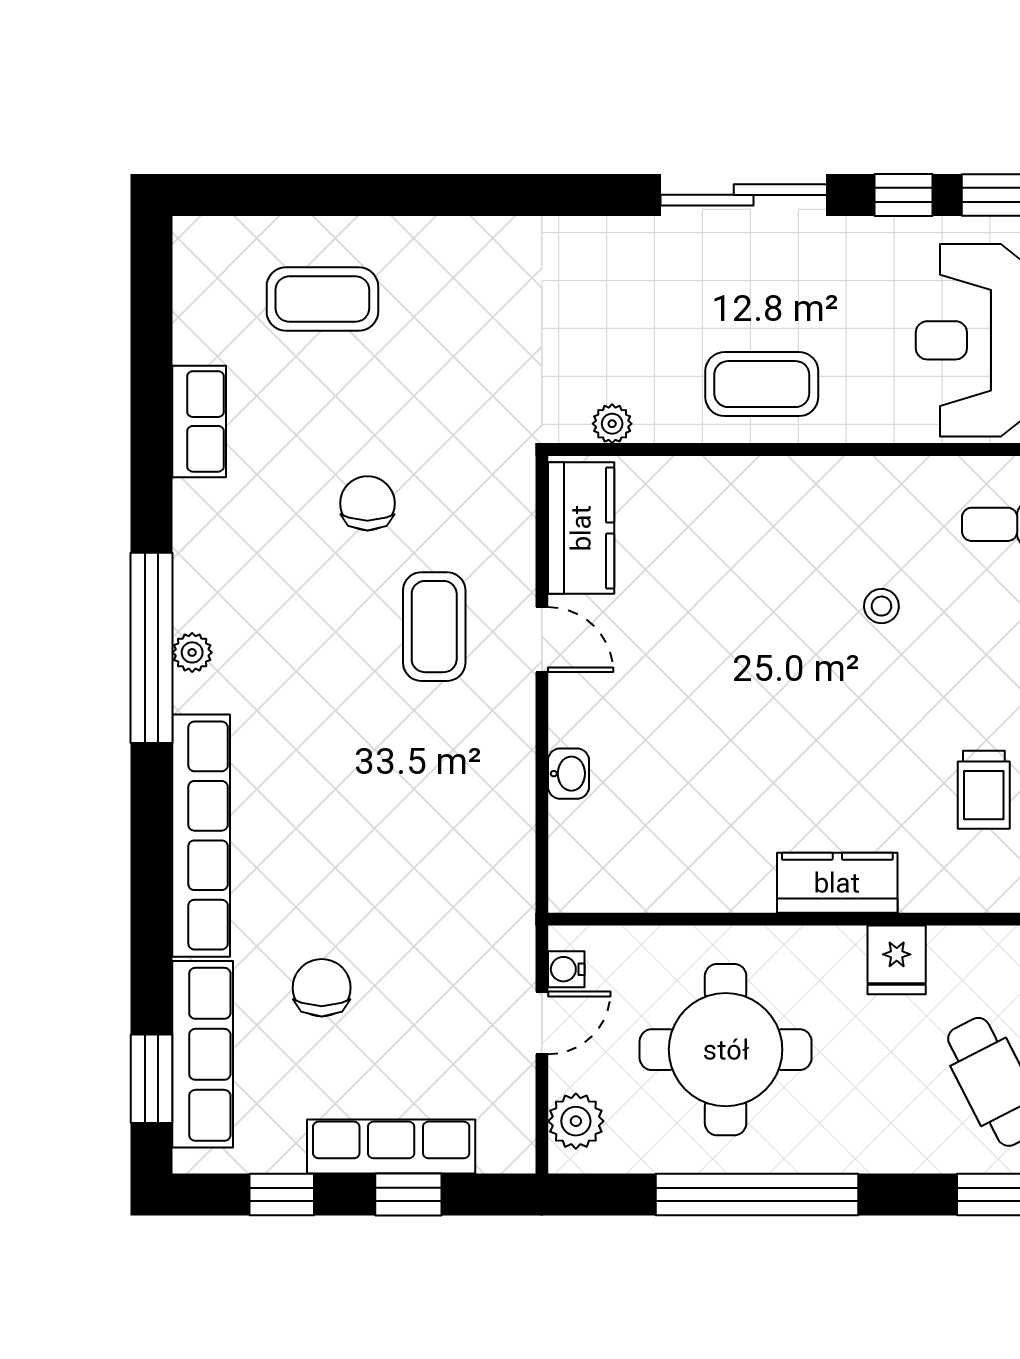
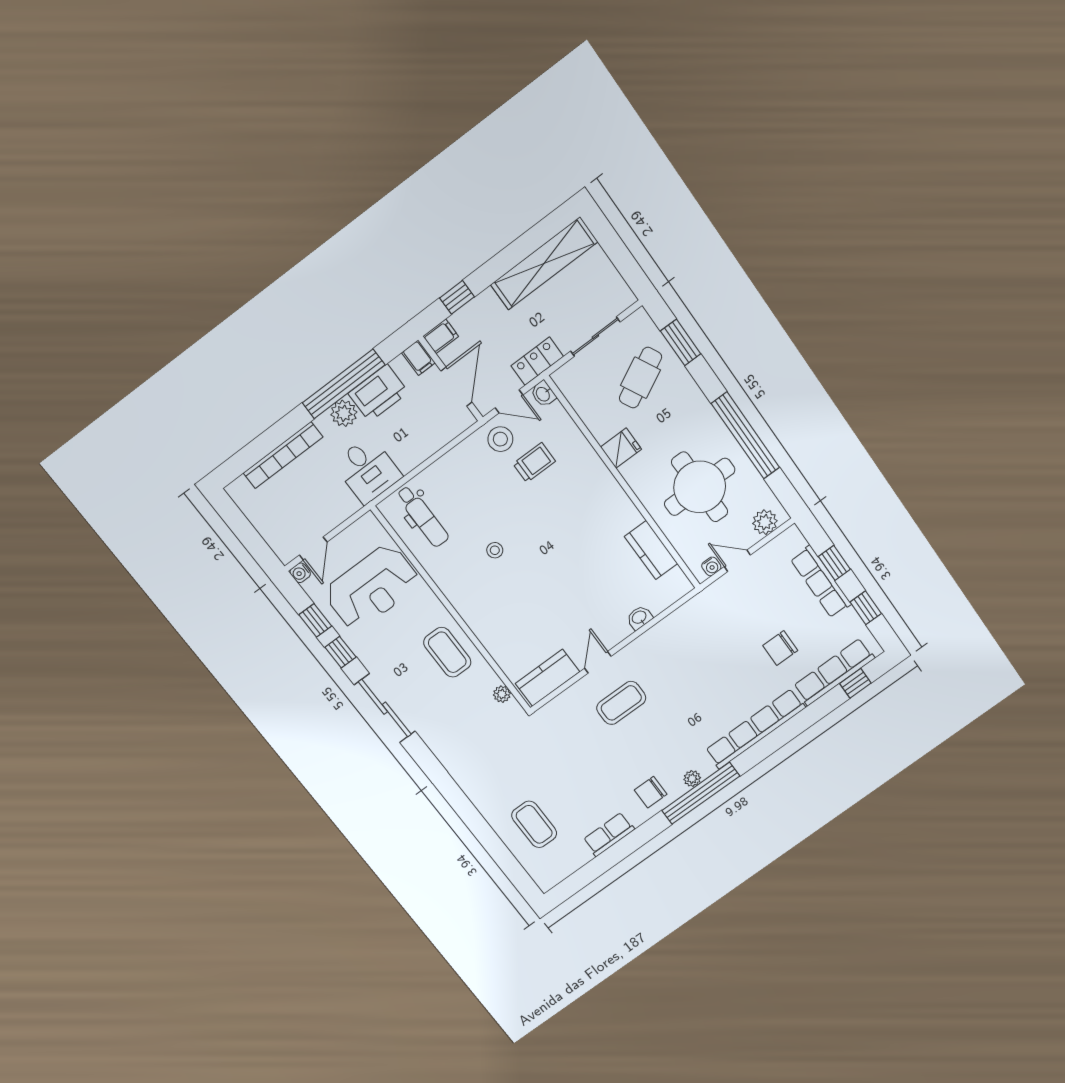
chair: (367, 503) -> (651, 792), moved
kitchen counter: (837, 883) -> (651, 550), moved
window: (152, 1079) -> (855, 683), width x0.67

